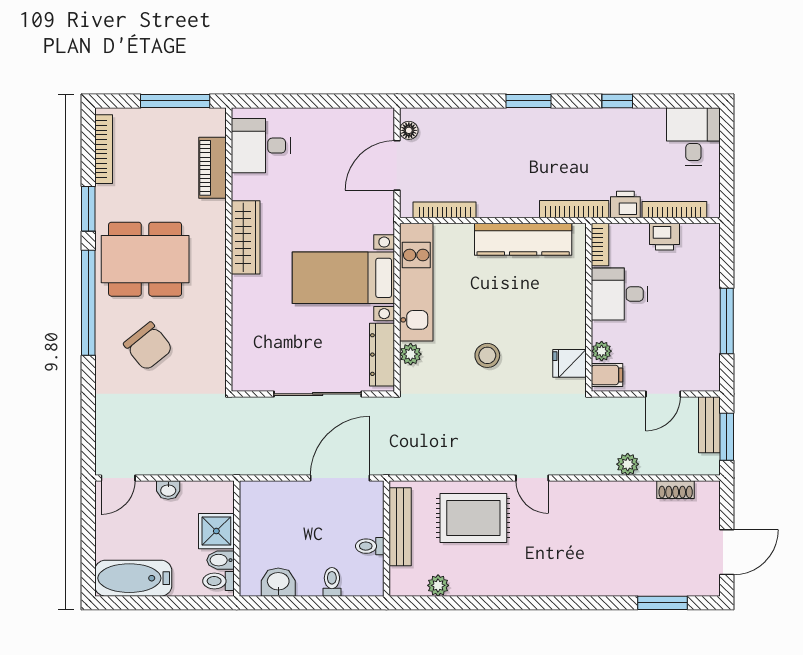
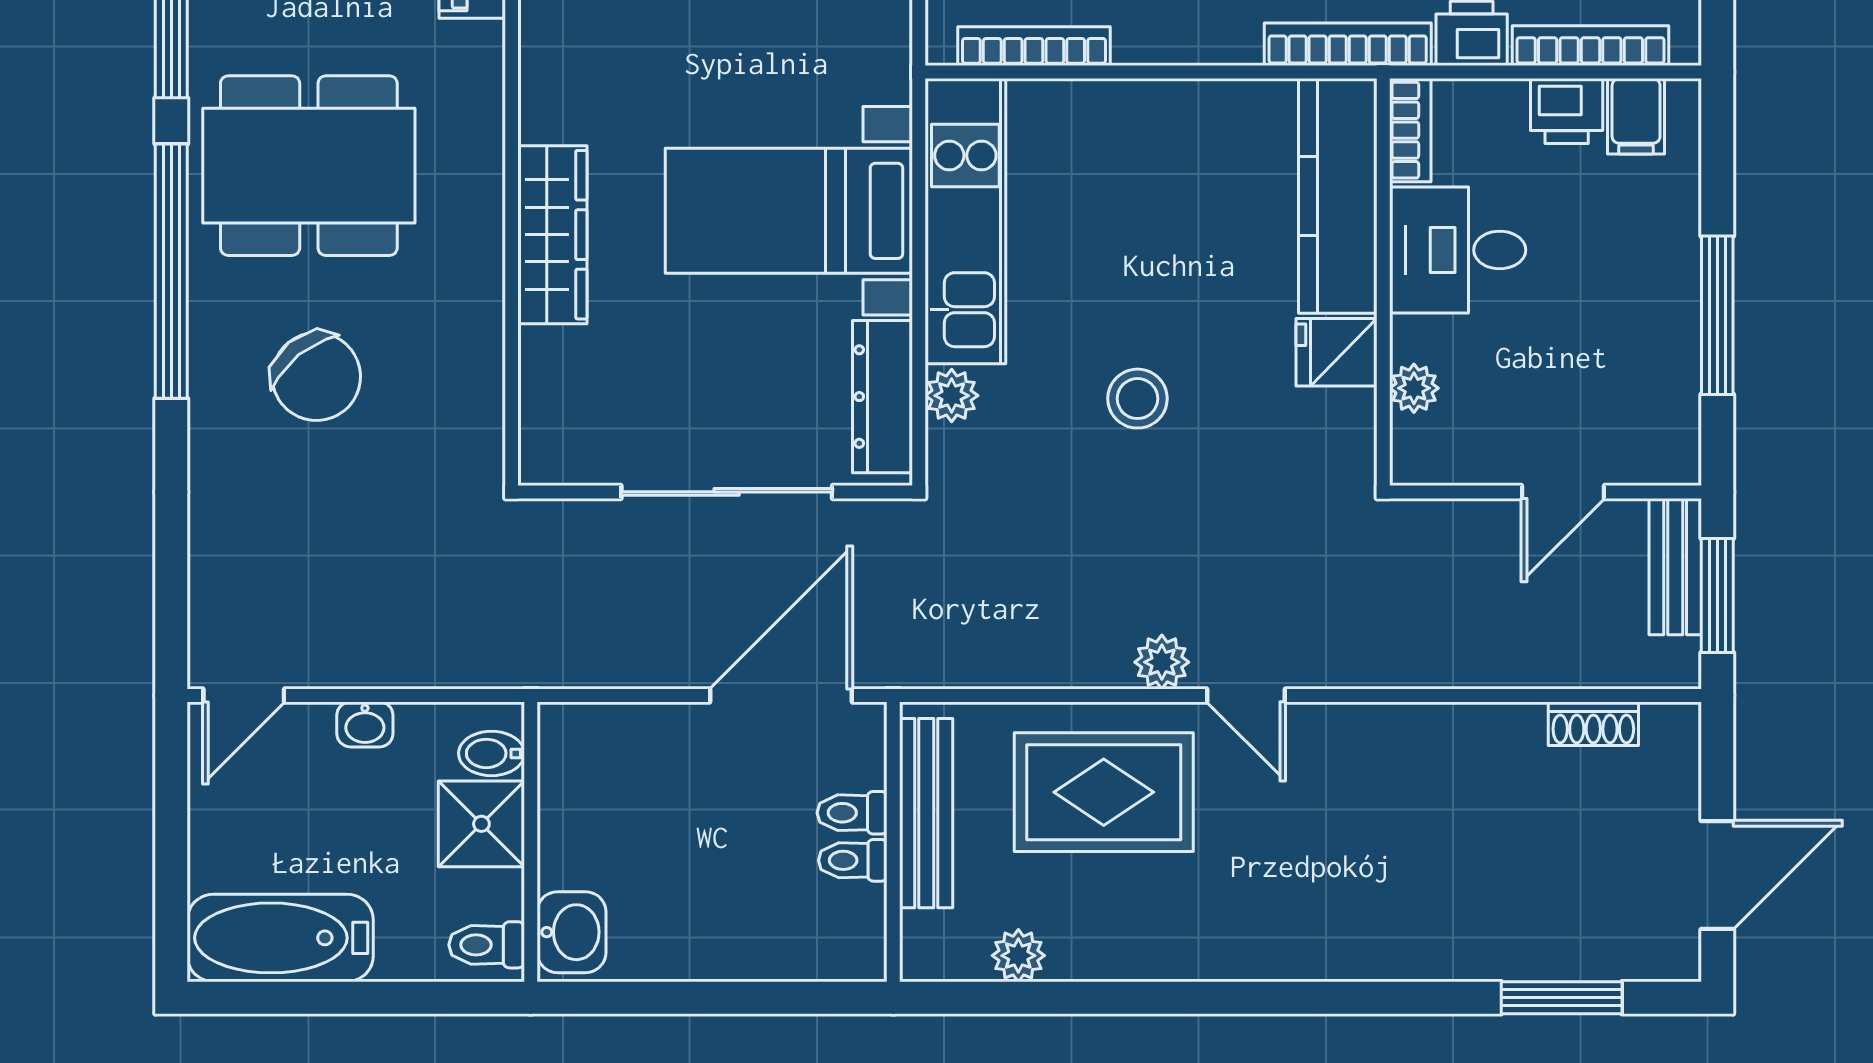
wardrobe: (246, 237) -> (552, 235), moved
kitchen counter: (523, 239) -> (1338, 196), moved, turned 90
fridge: (569, 363) -> (1336, 352), moved
filing cabinet: (607, 375) -> (1636, 116), moved, turned 90
plant: (628, 464) -> (1162, 662), moved
bidet: (220, 560) -> (491, 753), moved
washbasin: (278, 582) -> (571, 932), moved, turned 90
toilet: (332, 582) -> (852, 813), moved, turned -90

